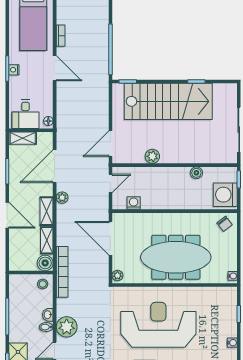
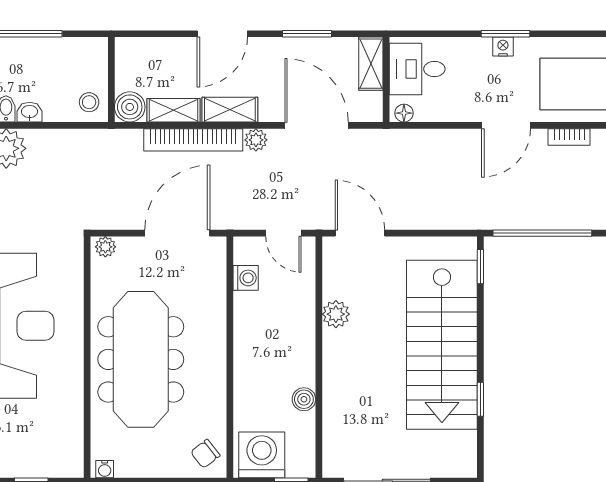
bookcase: (62, 272) -> (193, 140), moved

